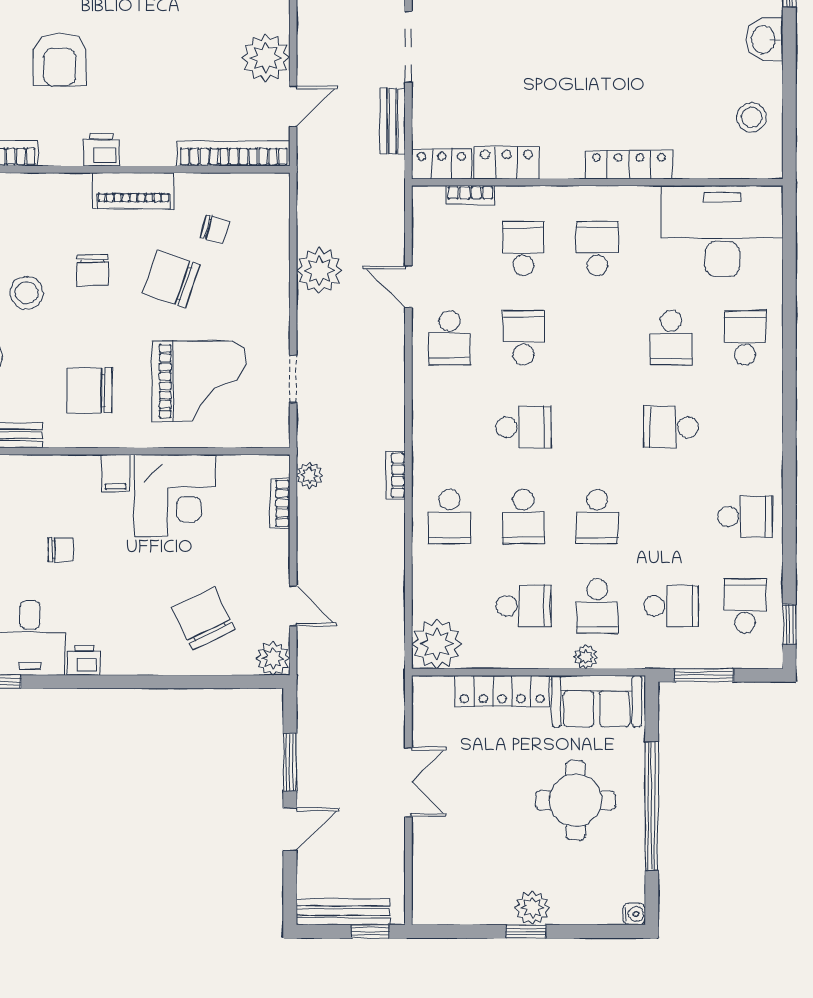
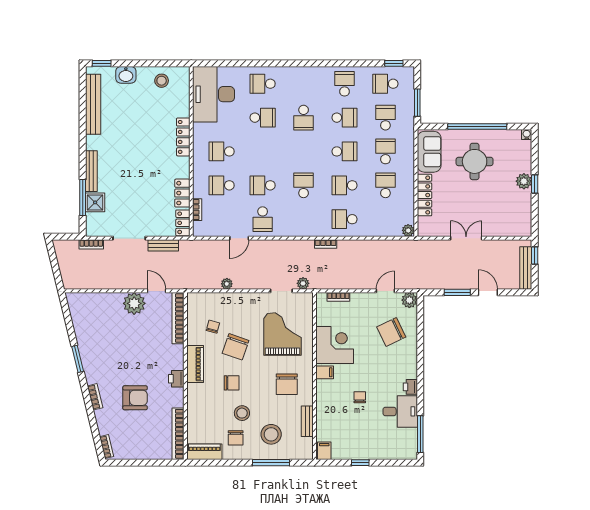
plant: (319, 270) -> (227, 284), width x0.53, depth x0.53
school desk: (449, 338) -> (263, 219), turned 90
plant: (309, 475) -> (303, 283), moved
school desk: (449, 517) -> (344, 219), turned 180
school desk: (523, 517) -> (344, 185), turned 180
school desk: (671, 517) -> (344, 118), added
school desk: (597, 606) -> (385, 151), turned -90
plant: (437, 644) -> (408, 230), width x0.53, depth x0.53
plant: (586, 657) -> (409, 157), removed

